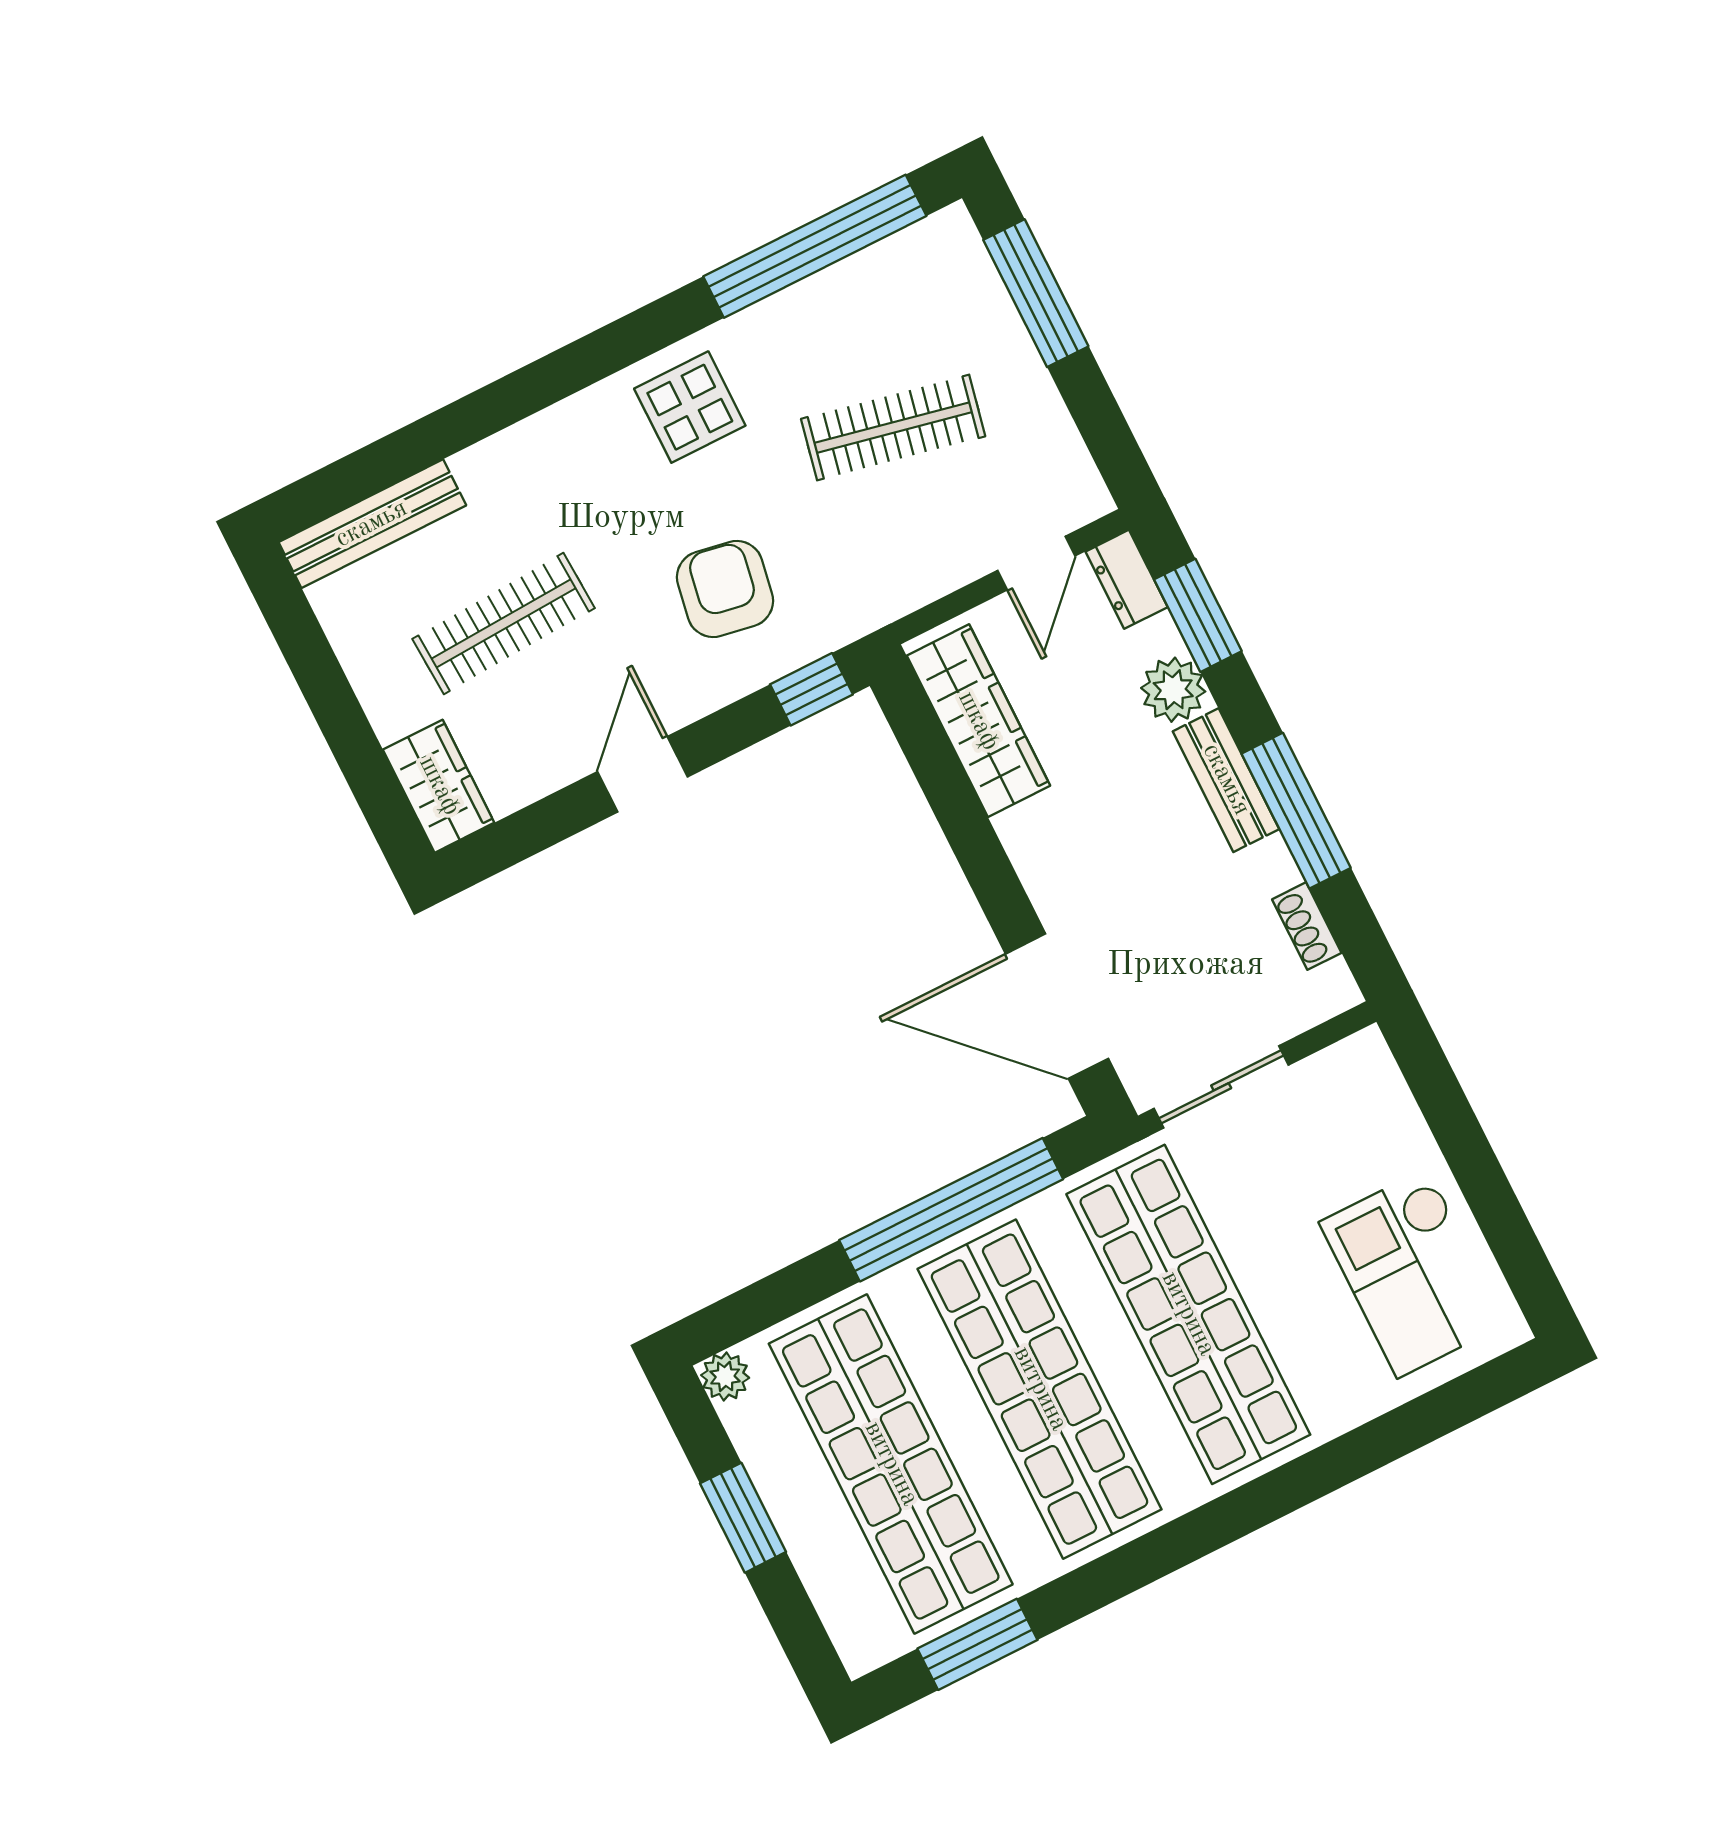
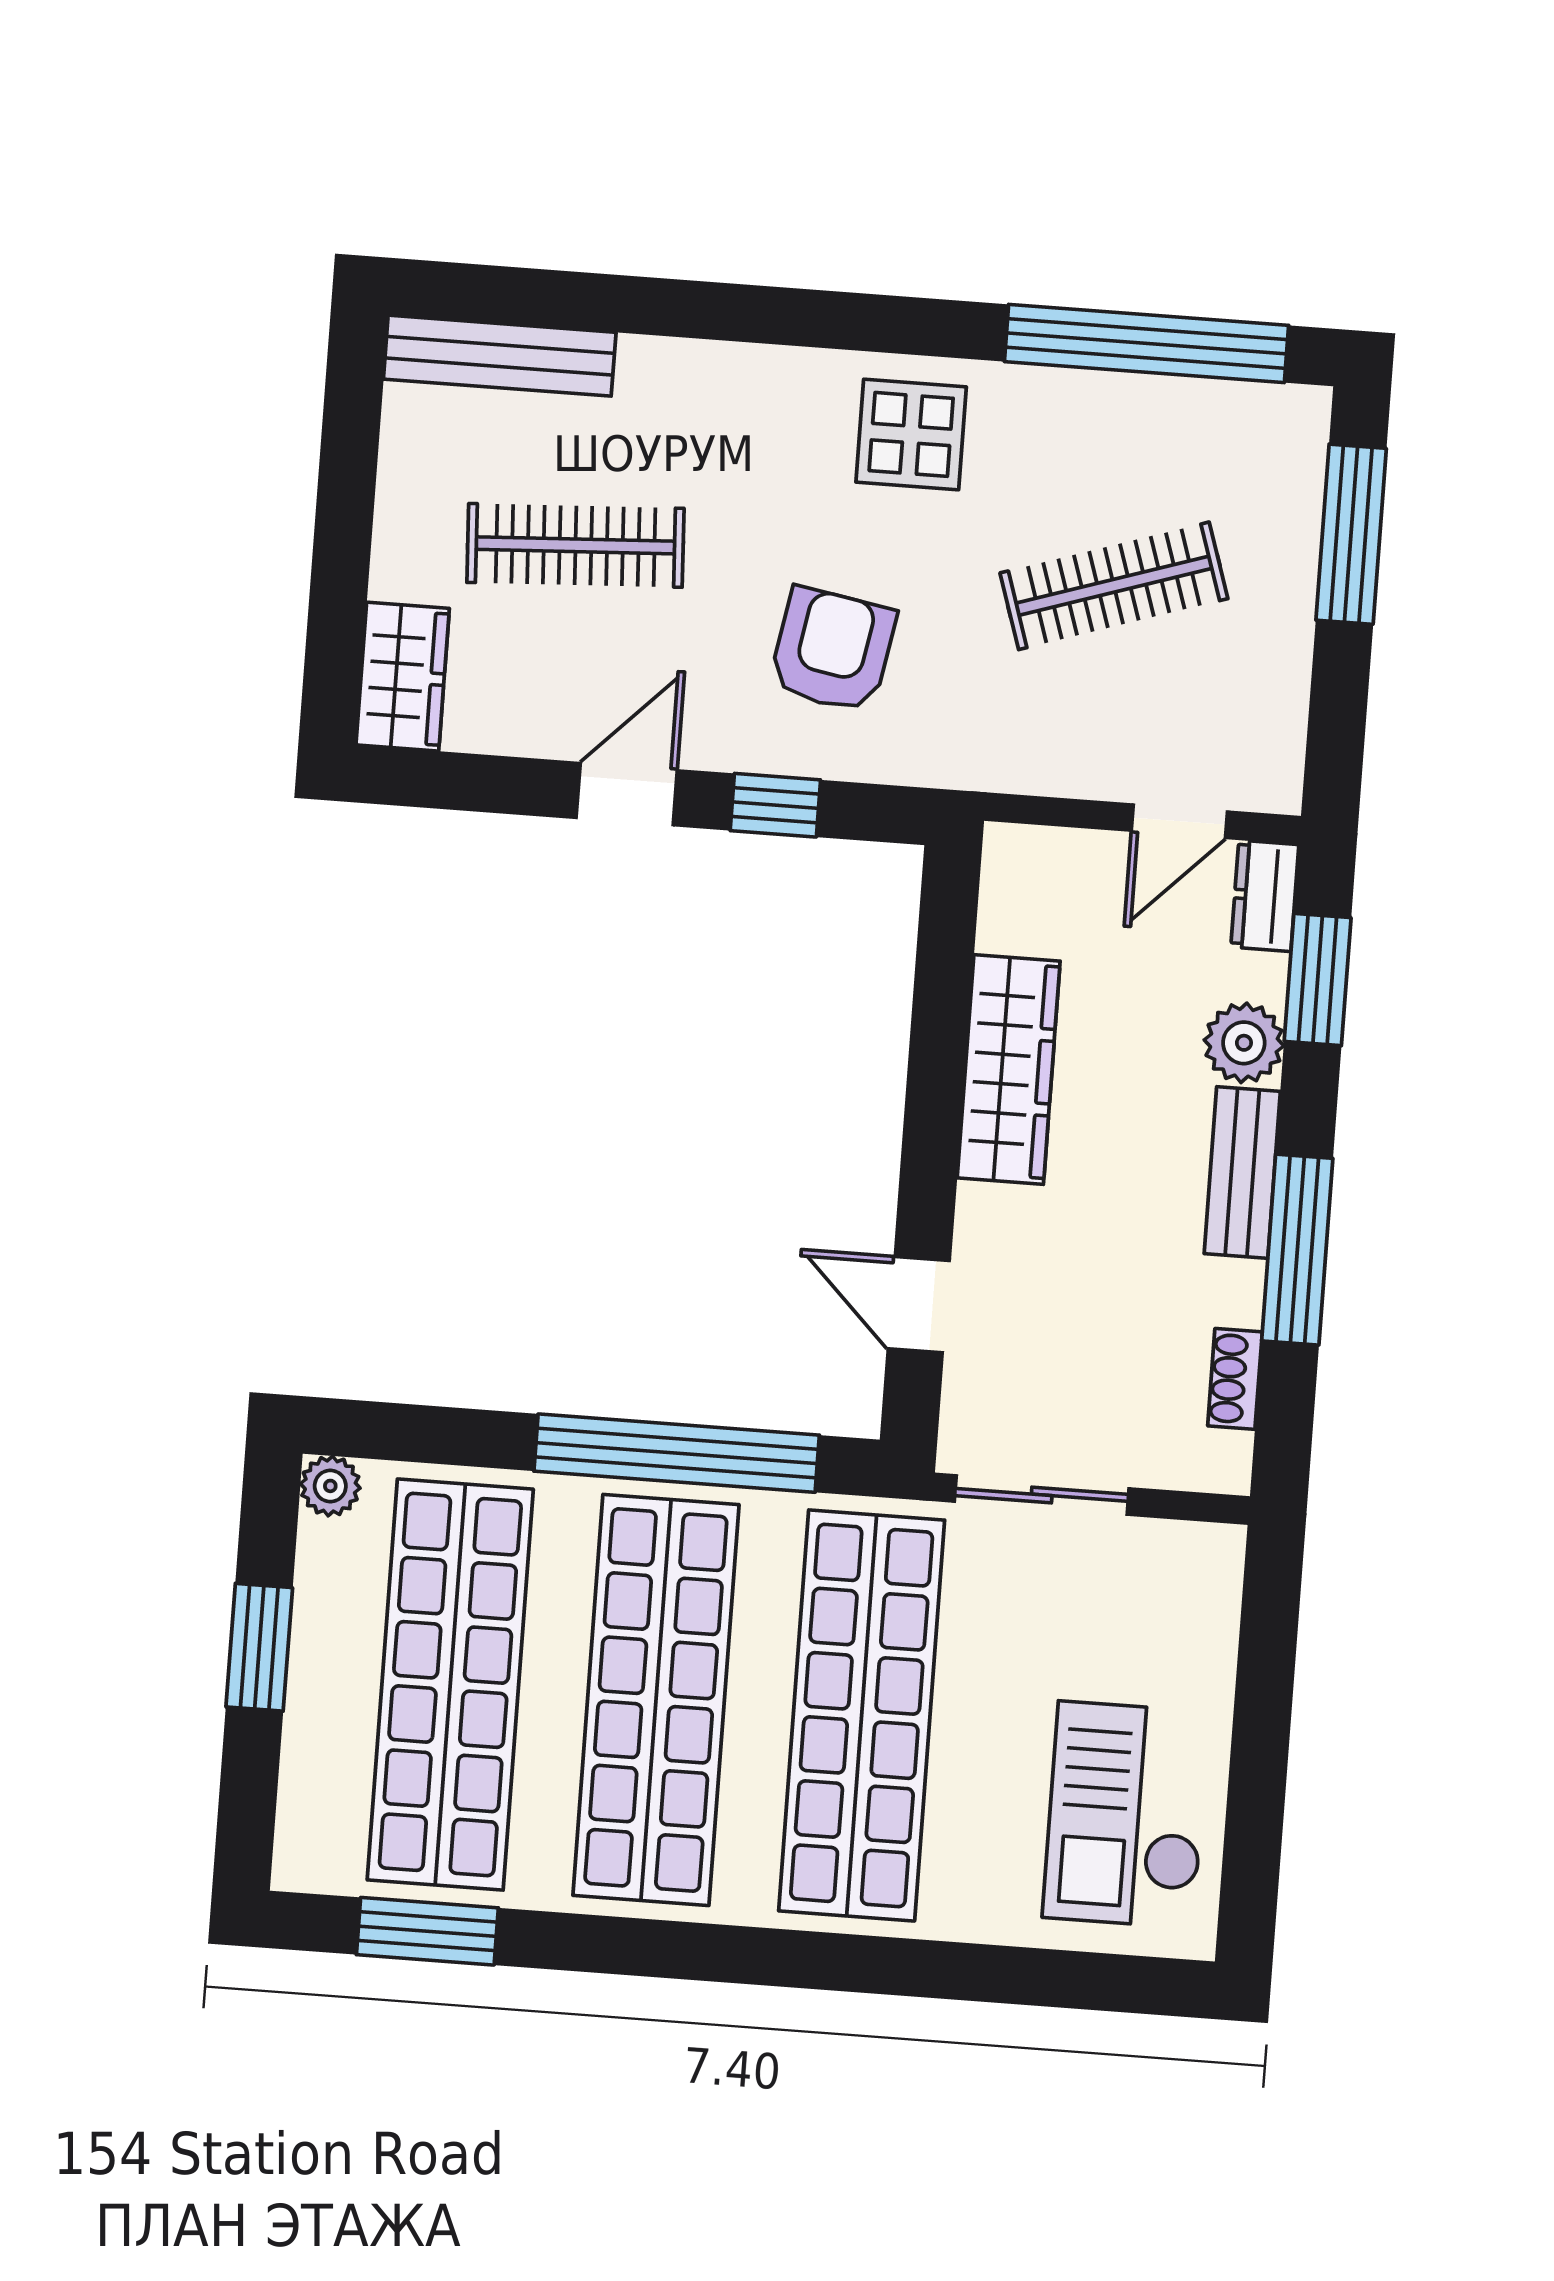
clothes rail: (893, 428) -> (1114, 586), turned -30
window: (811, 689) -> (775, 805), moved
wardrobe: (978, 721) -> (1009, 1069), moved
door: (1057, 1006) -> (919, 1305), width x0.53

